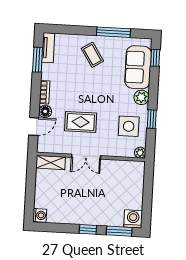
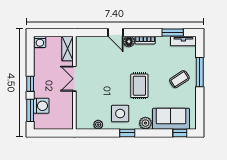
window: (113, 32) -> (200, 72), moved
rug: (81, 122) -> (139, 86), moved
double door: (86, 157) -> (74, 79), moved
wall: (91, 157) -> (74, 83), moved
shelving: (50, 162) -> (68, 49), moved
washing machine: (133, 219) -> (41, 106), moved

